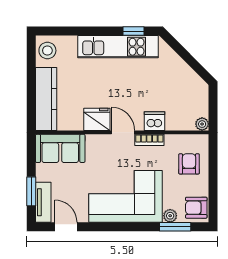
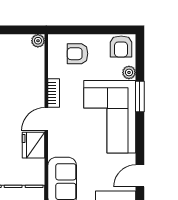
dishwasher: (155, 121) -> (35, 88), removed
window: (175, 227) -> (140, 97), moved

